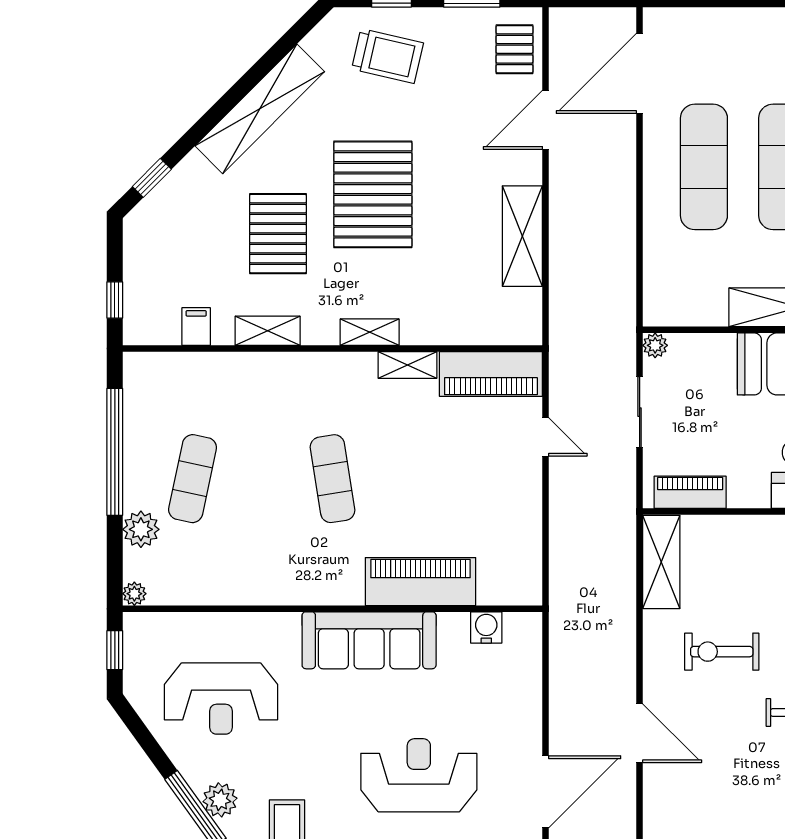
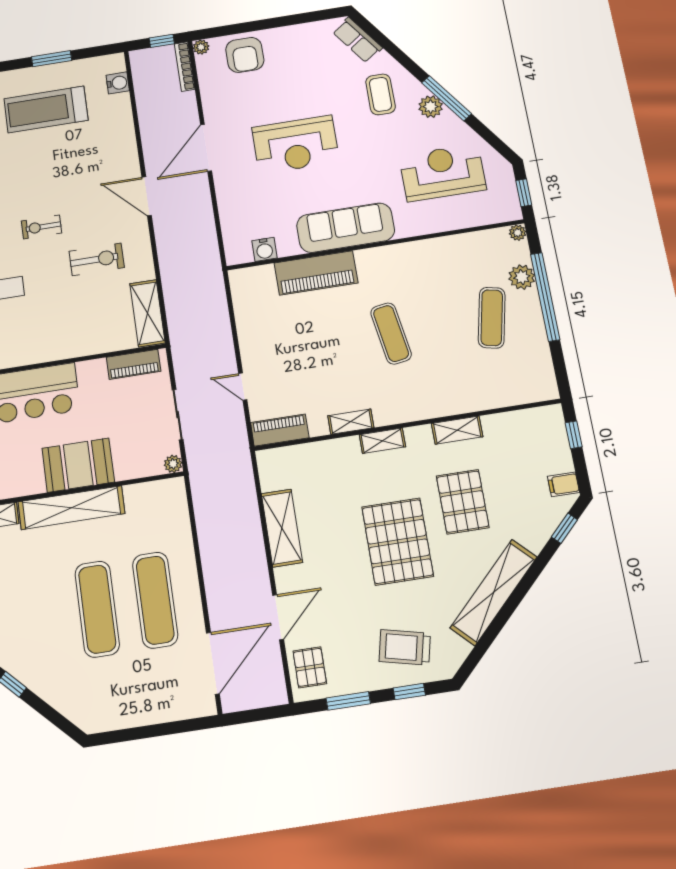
filing cabinet: (196, 327) -> (563, 484), moved, turned 90
piano: (491, 374) -> (280, 430), width x0.73, depth x0.75
window: (115, 452) -> (545, 297), moved

